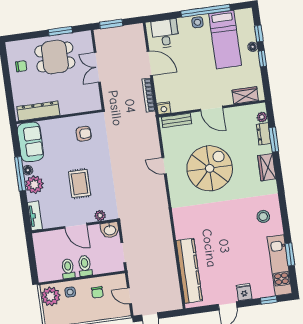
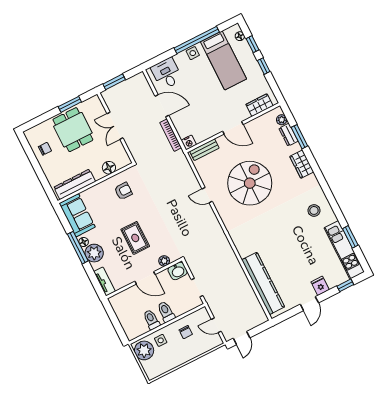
floor lamp: (253, 47) -> (240, 36), moved
dining table: (55, 57) -> (73, 130), turned 90
floor lamp: (77, 106) -> (109, 168), added

